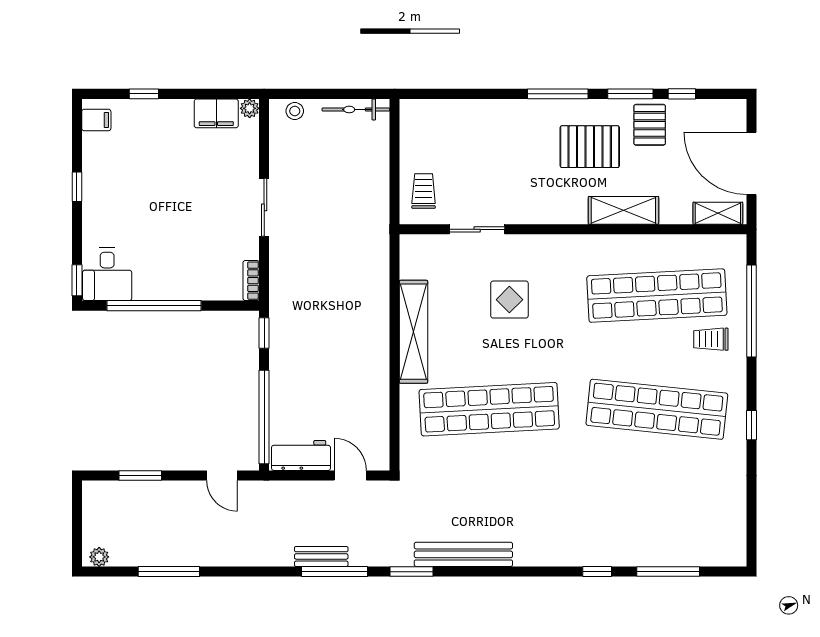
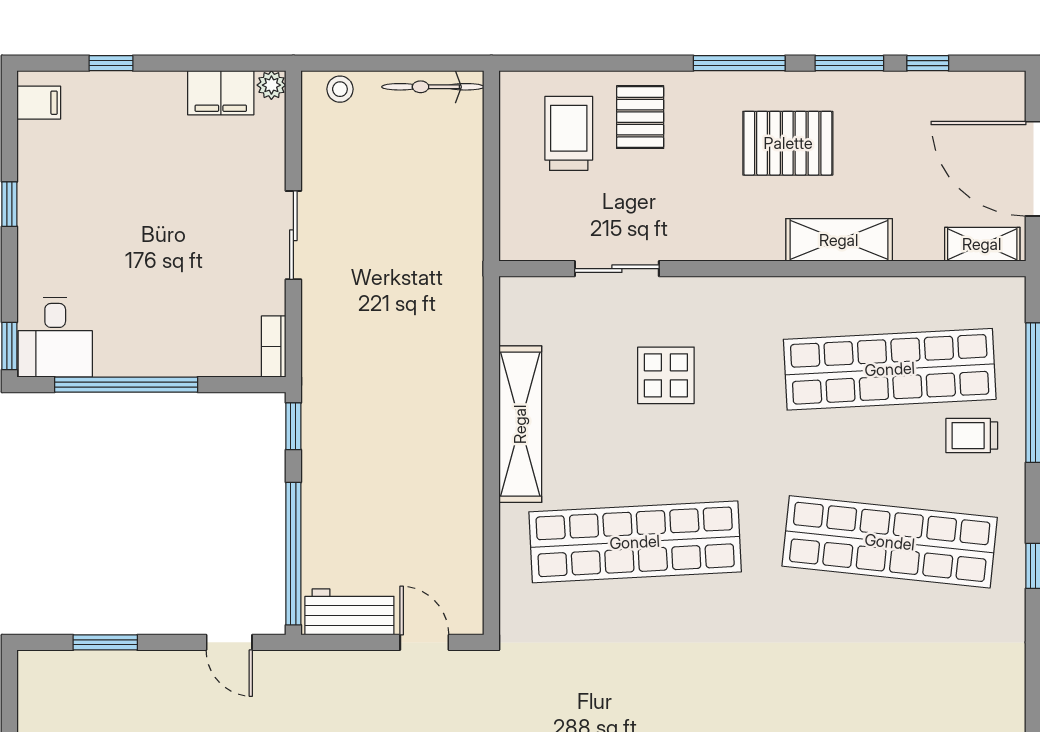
pallet: (650, 125) -> (640, 117), moved
trolley: (424, 191) -> (569, 133), moved, width x1.36, depth x1.39

